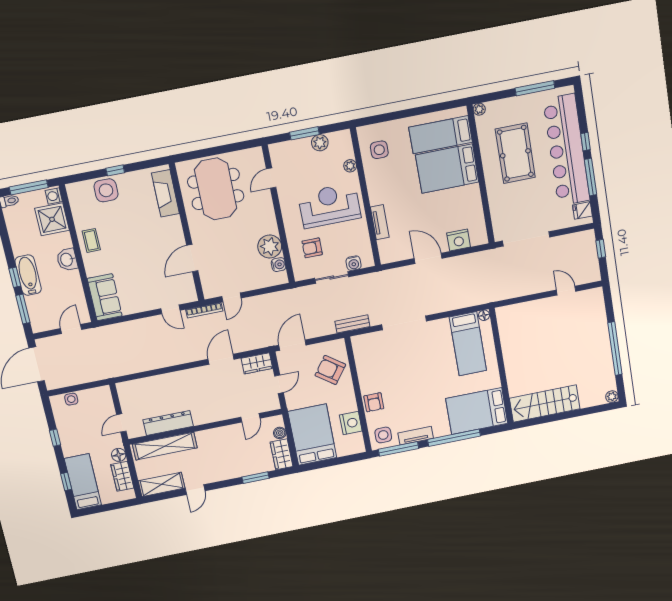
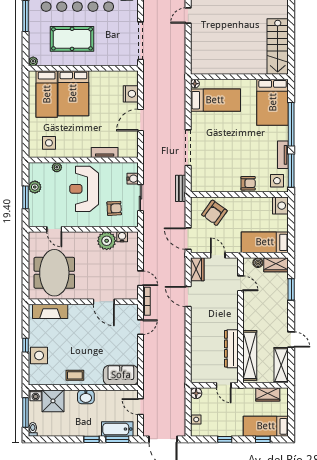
meeting table: (216, 189) -> (54, 273), turned 90
armchair: (312, 248) -> (114, 208), turned -93
bathtub: (28, 275) -> (117, 429), moved
nightstand: (351, 423) -> (280, 206), moved, turned 90
bed: (312, 435) -> (265, 242), width x0.67
floor lamp: (119, 455) -> (196, 393), moved

